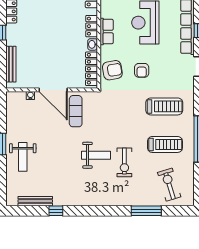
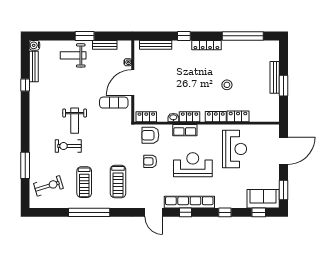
locker: (92, 69) -> (146, 117), width x0.66
armchair: (112, 70) -> (150, 135), turned 100
bench: (11, 121) -> (105, 45), added
water cooler: (11, 200) -> (34, 45), added

